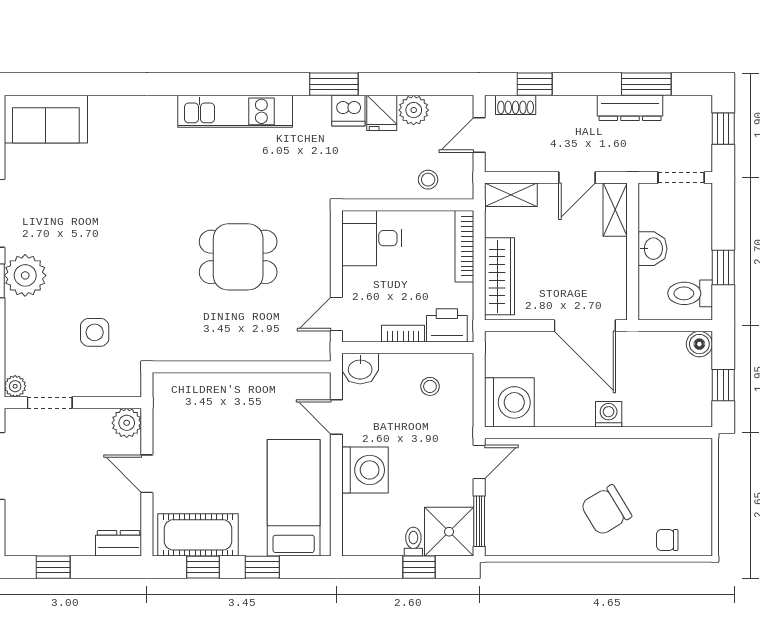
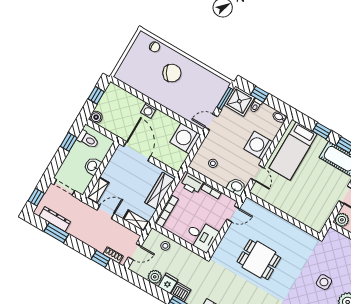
dresser: (630, 108) -> (55, 219), moved
side table: (95, 332) -> (324, 282), moved
bidet: (356, 546) -> (279, 117), added

